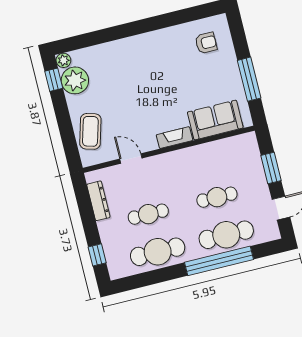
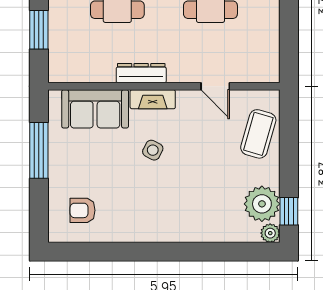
side table: (165, 100) -> (153, 150), added
dresser: (98, 201) -> (141, 73), moved, turned 90

